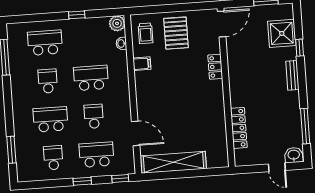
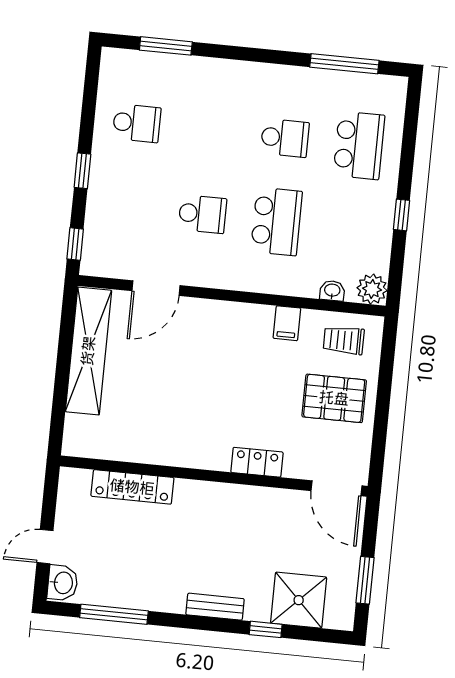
school desk: (51, 119) -> (211, 131), removed
school desk: (97, 155) -> (128, 207), removed

